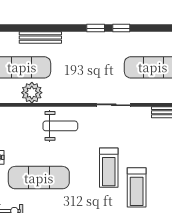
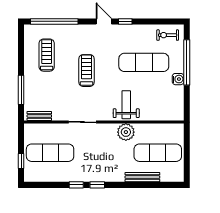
plant: (32, 93) -> (126, 132), moved
weight bench: (60, 126) -> (126, 105), turned 90
treadmill: (137, 187) -> (47, 55), moved

